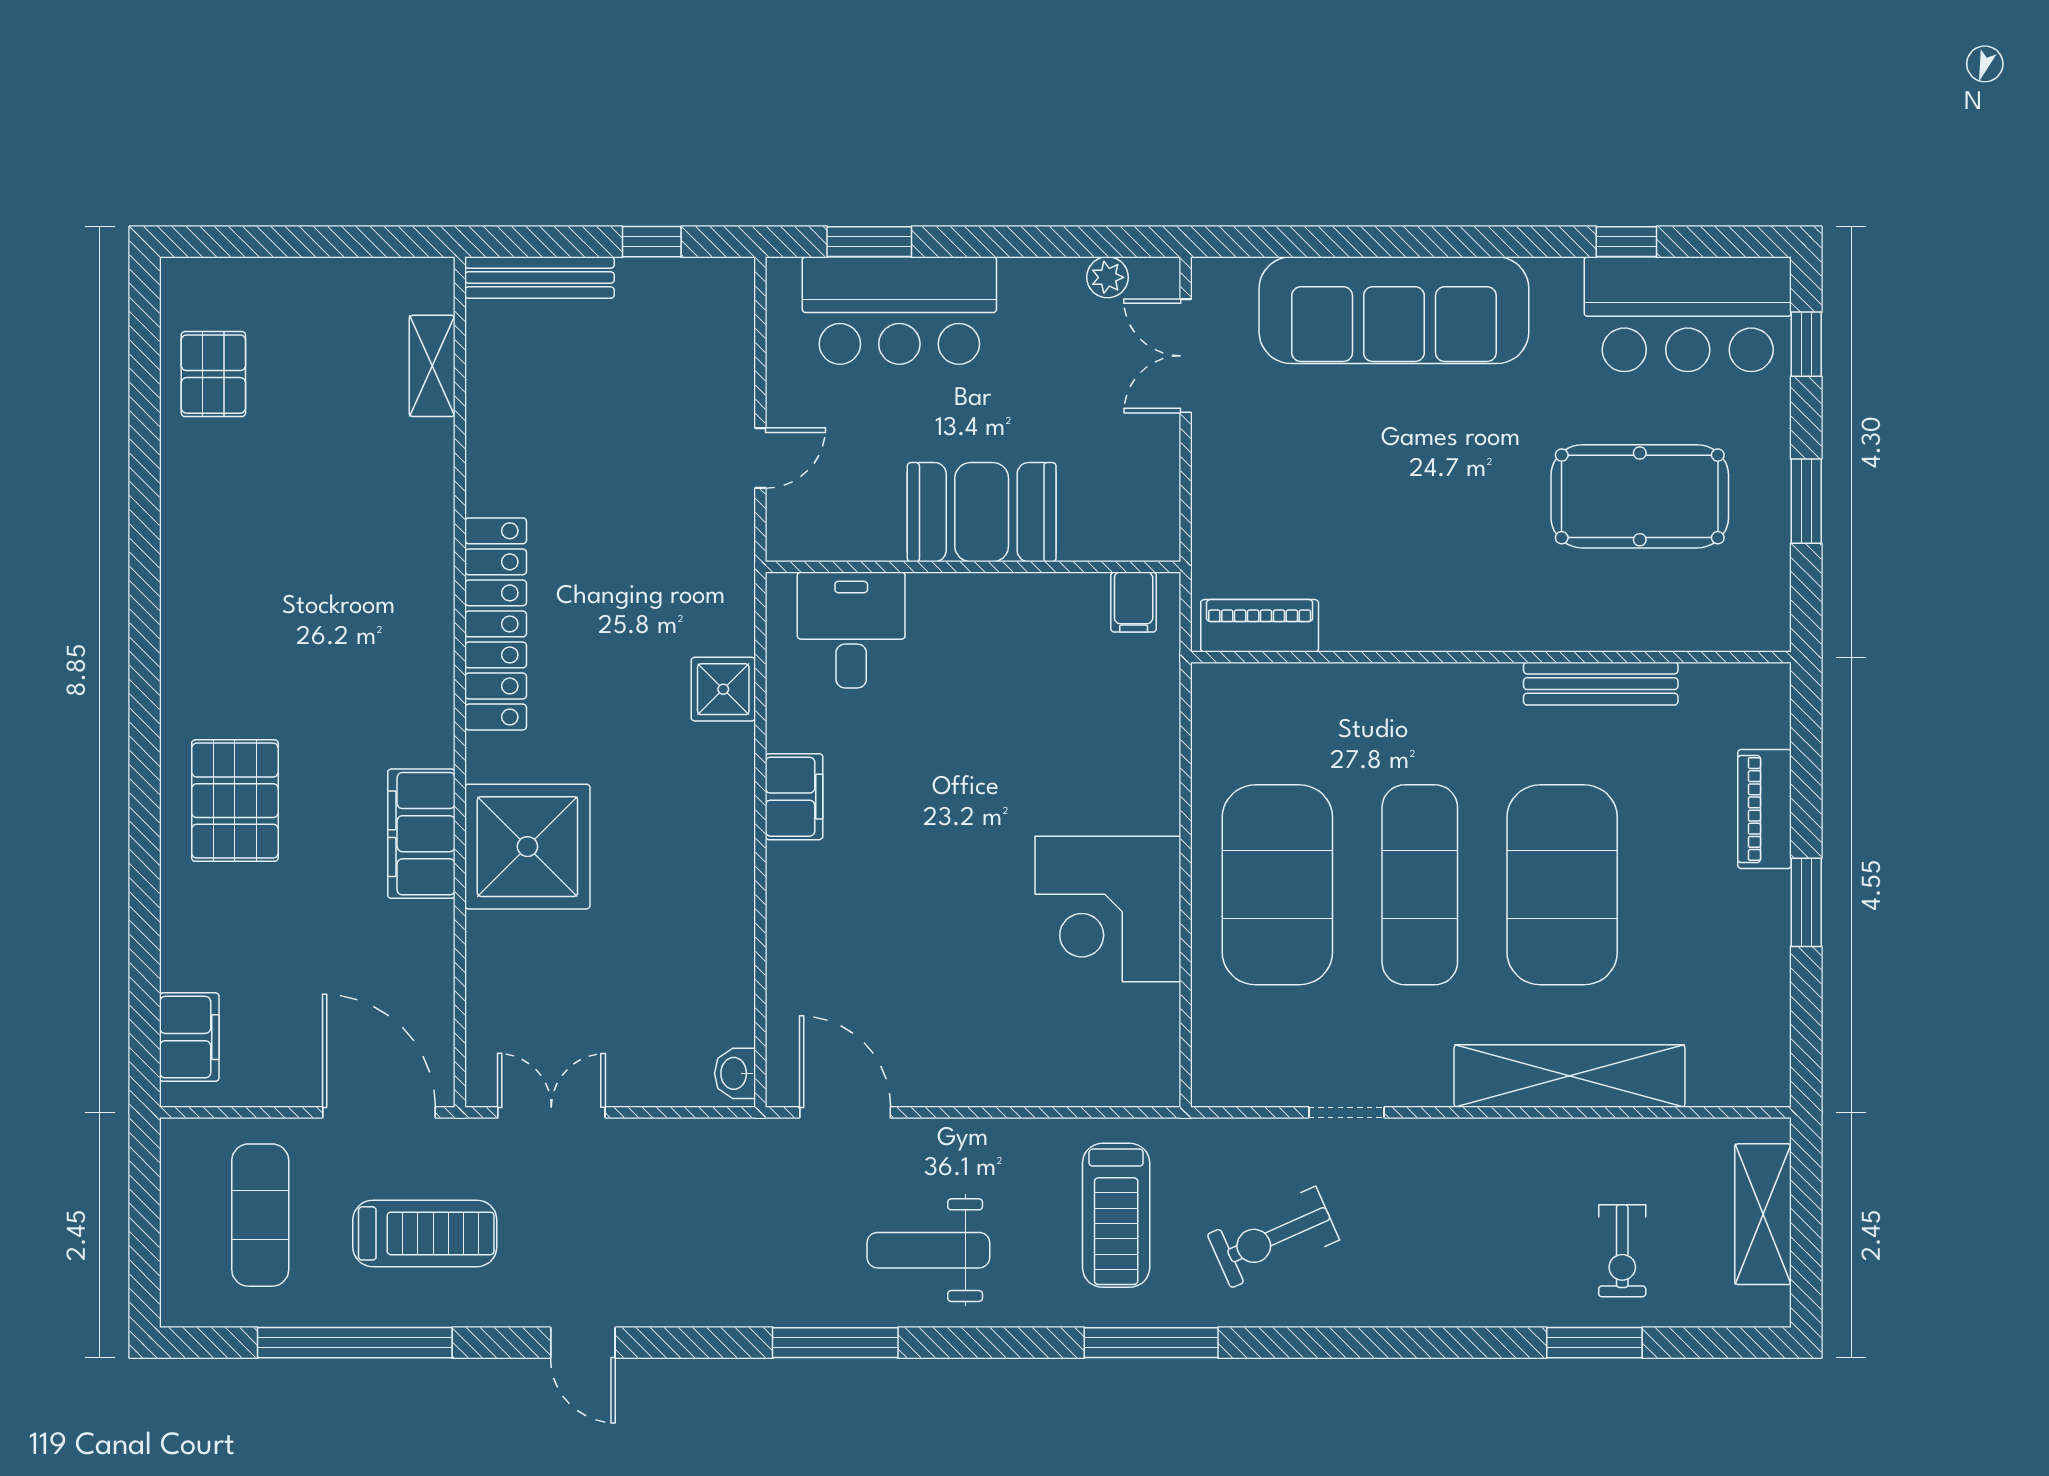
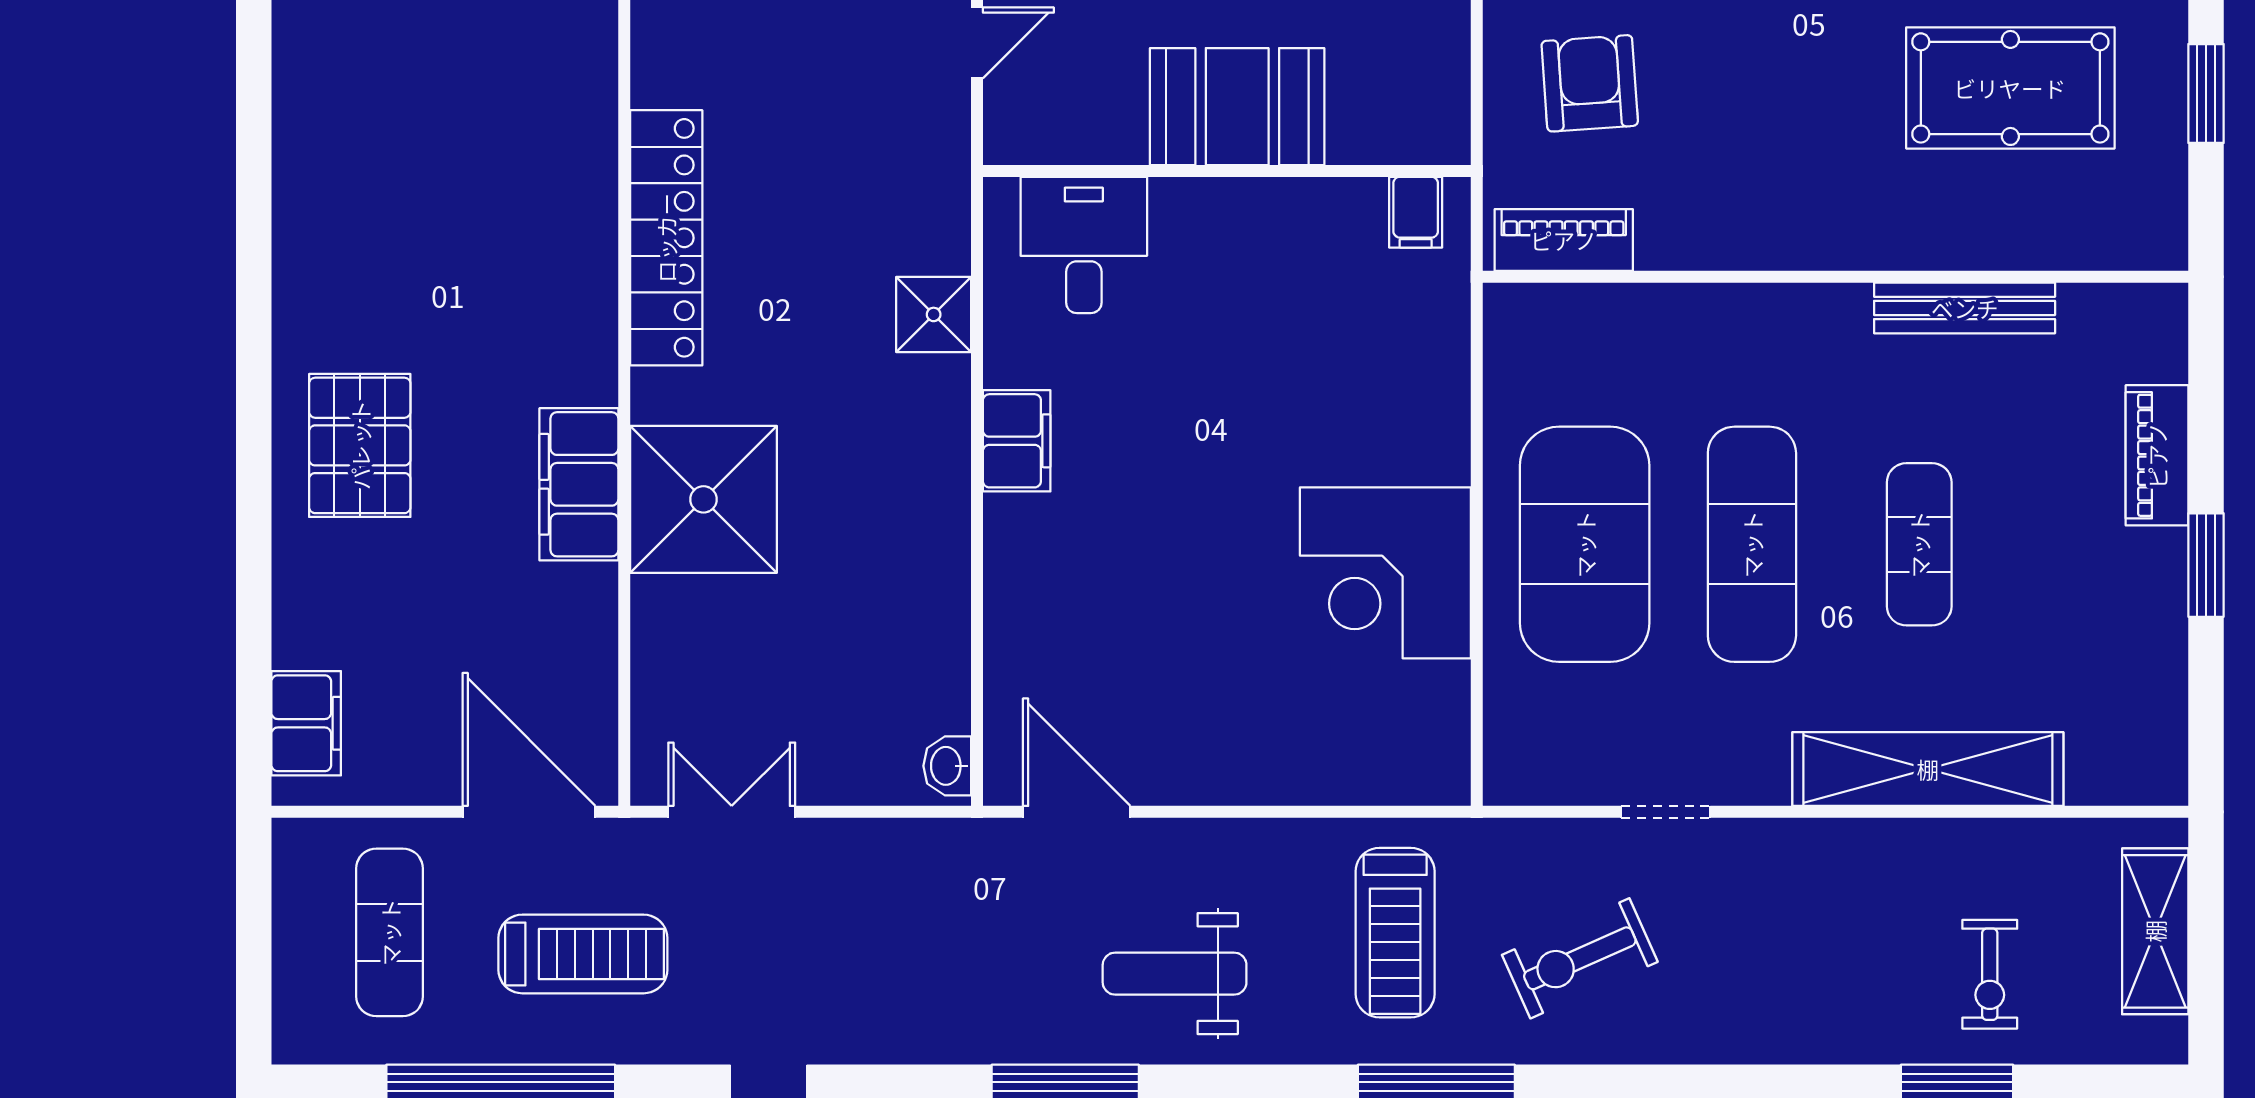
armchair: (1282, 492) -> (1590, 83), added
exercise mat: (1562, 885) -> (1919, 544), width x0.50, depth x0.69

